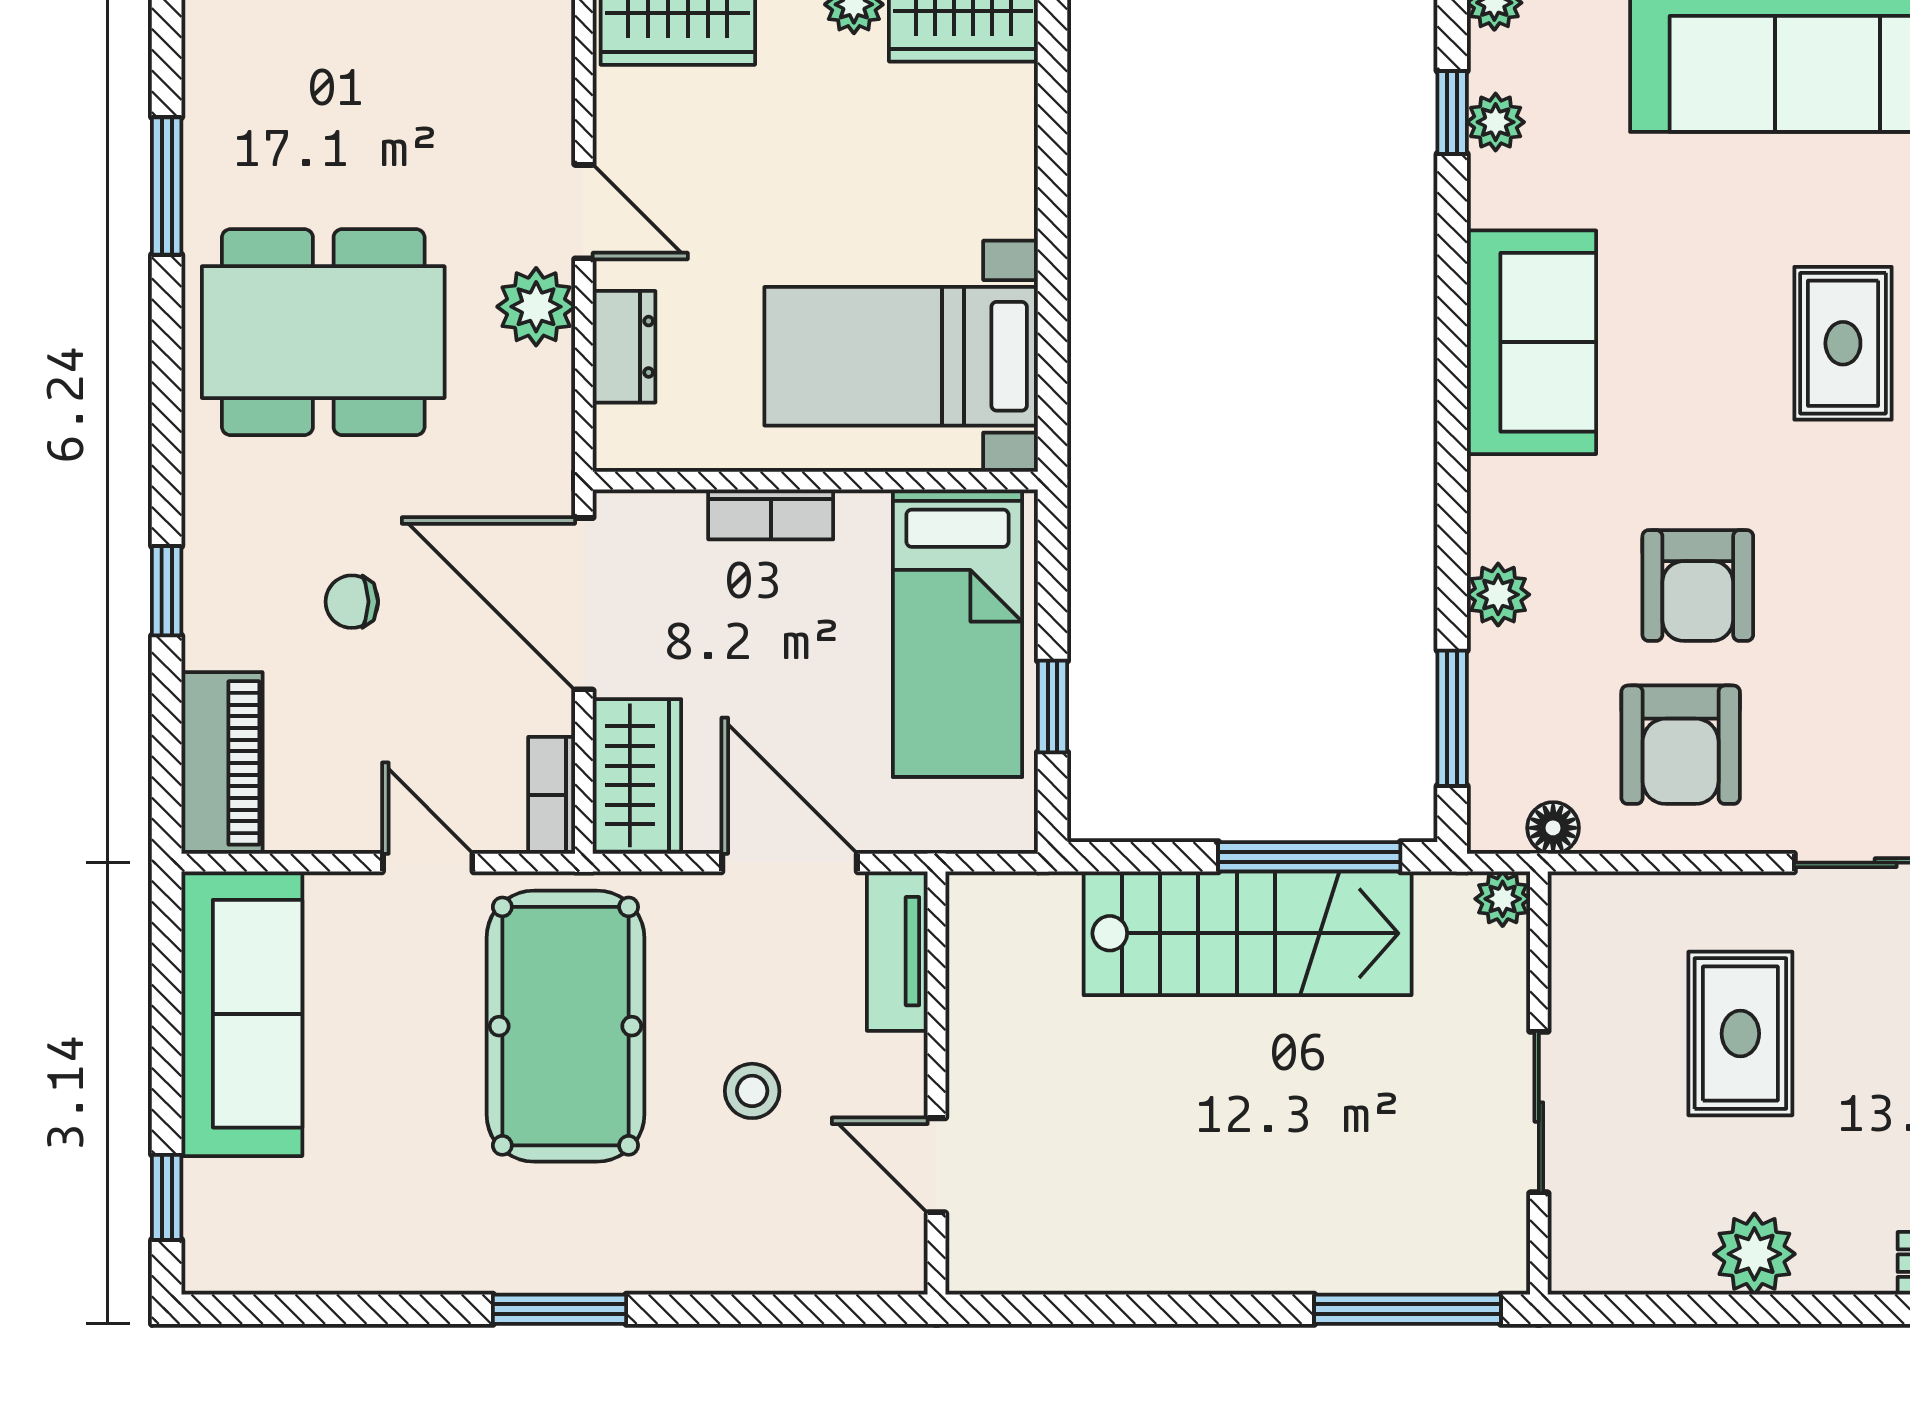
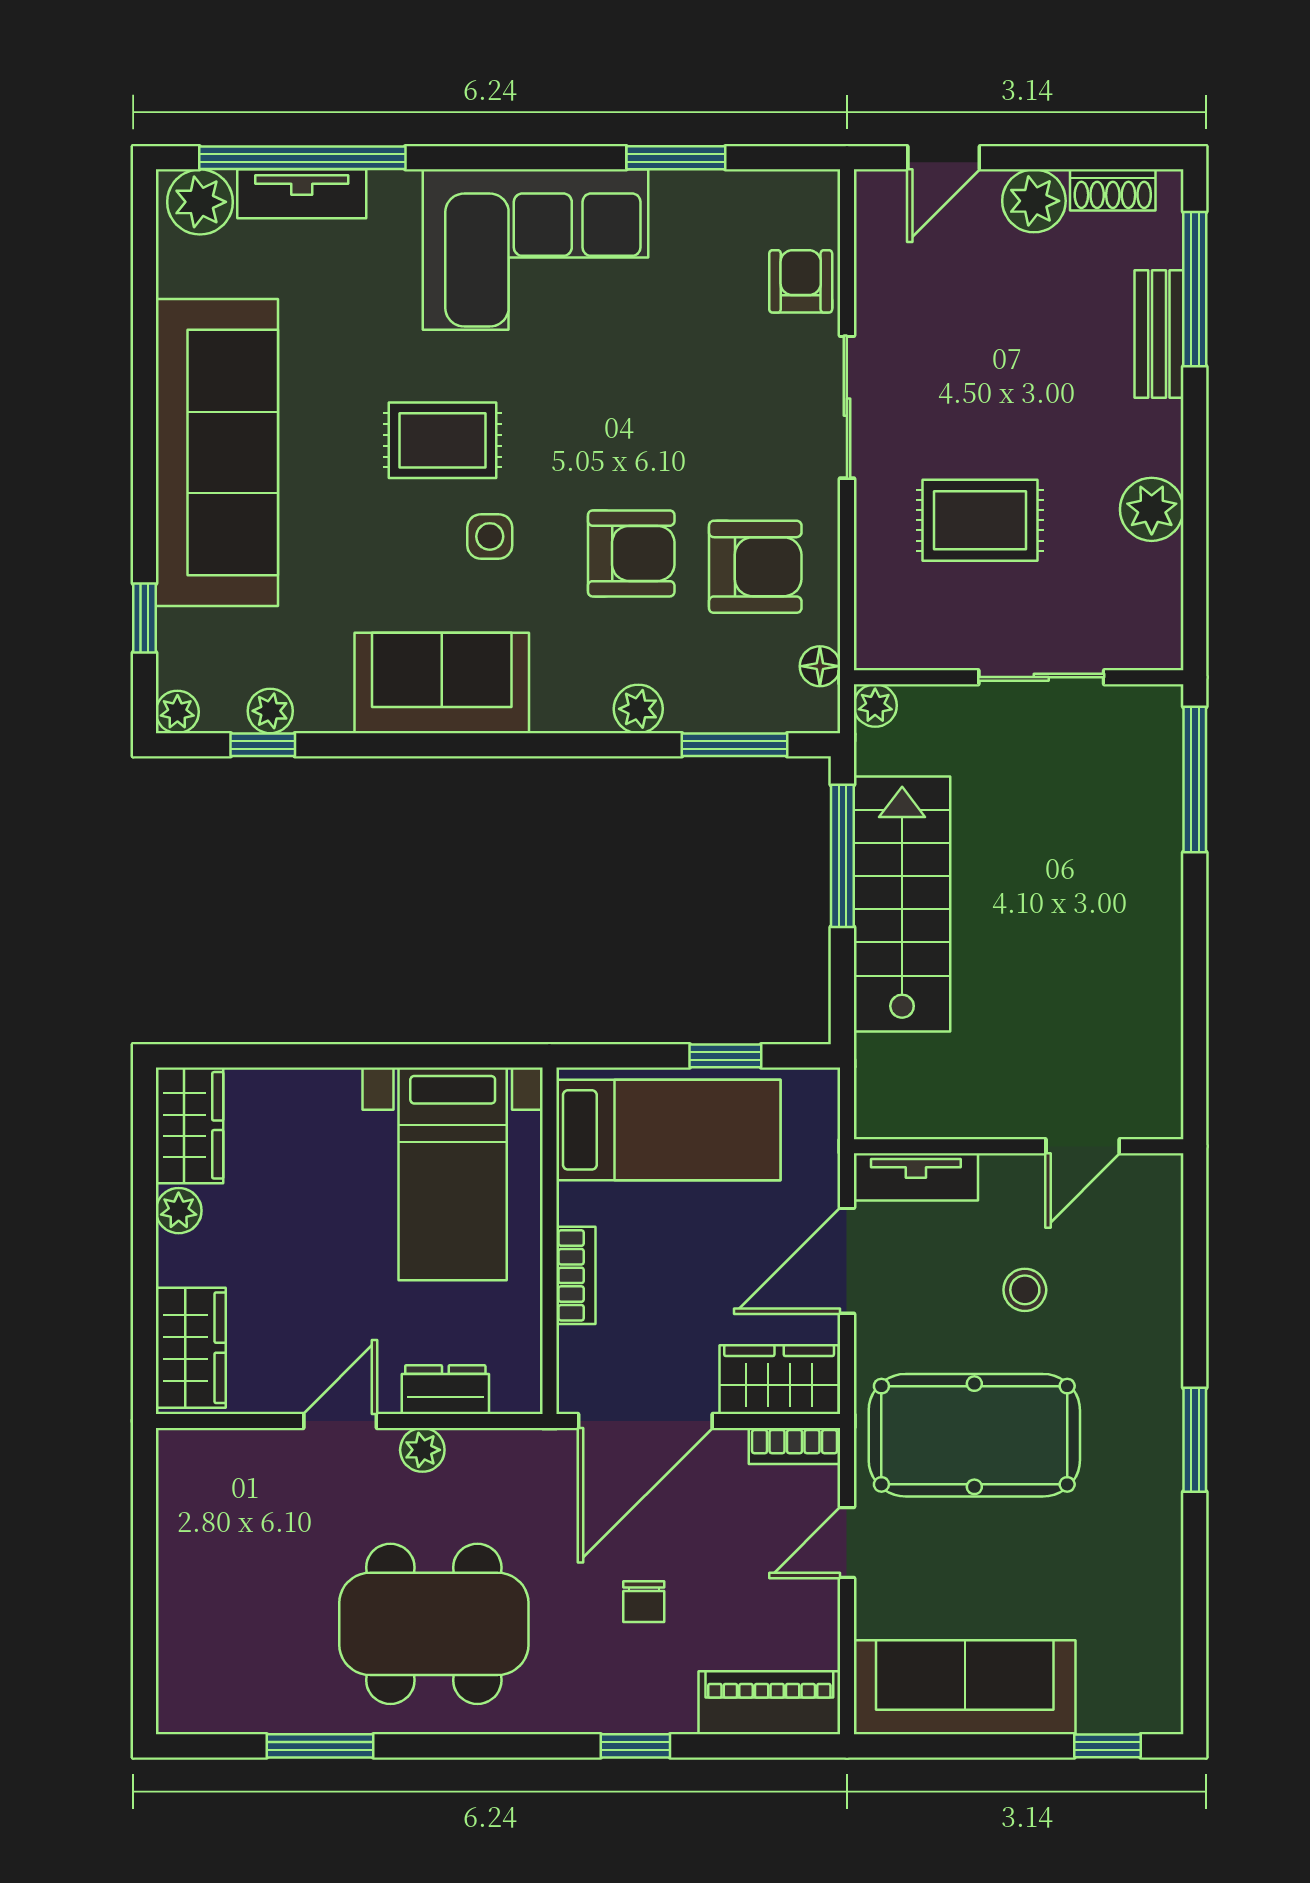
plant: (536, 307) -> (422, 1450), width x0.73, depth x0.73
dining table: (323, 332) -> (434, 1624), turned 90
side table: (1720, 404) -> (490, 536), added

